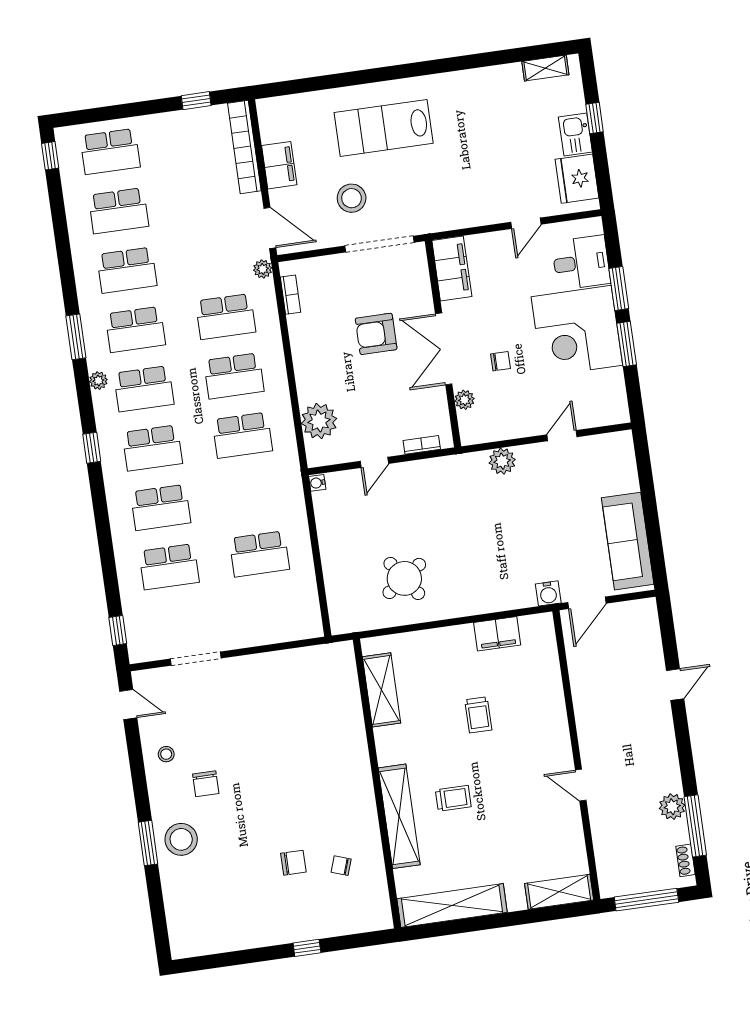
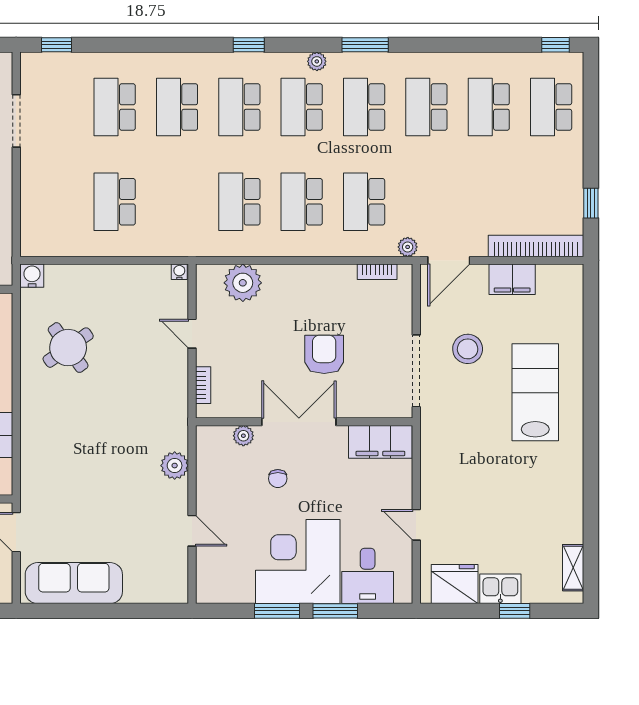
water cooler: (548, 593) -> (32, 276), moved, turned 90

